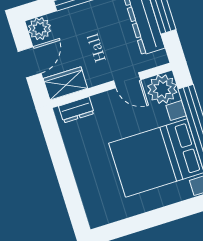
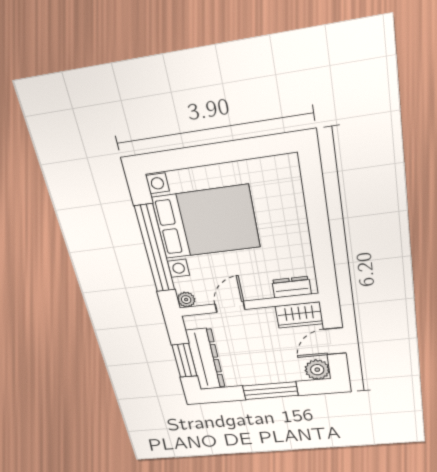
door: (127, 80) -> (230, 307), hinge flipped
plant: (162, 89) -> (186, 300), width x0.53, depth x0.53

